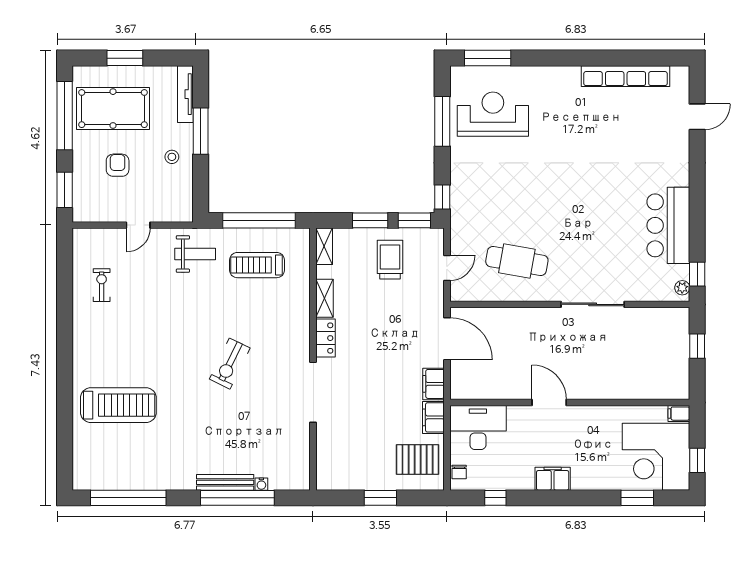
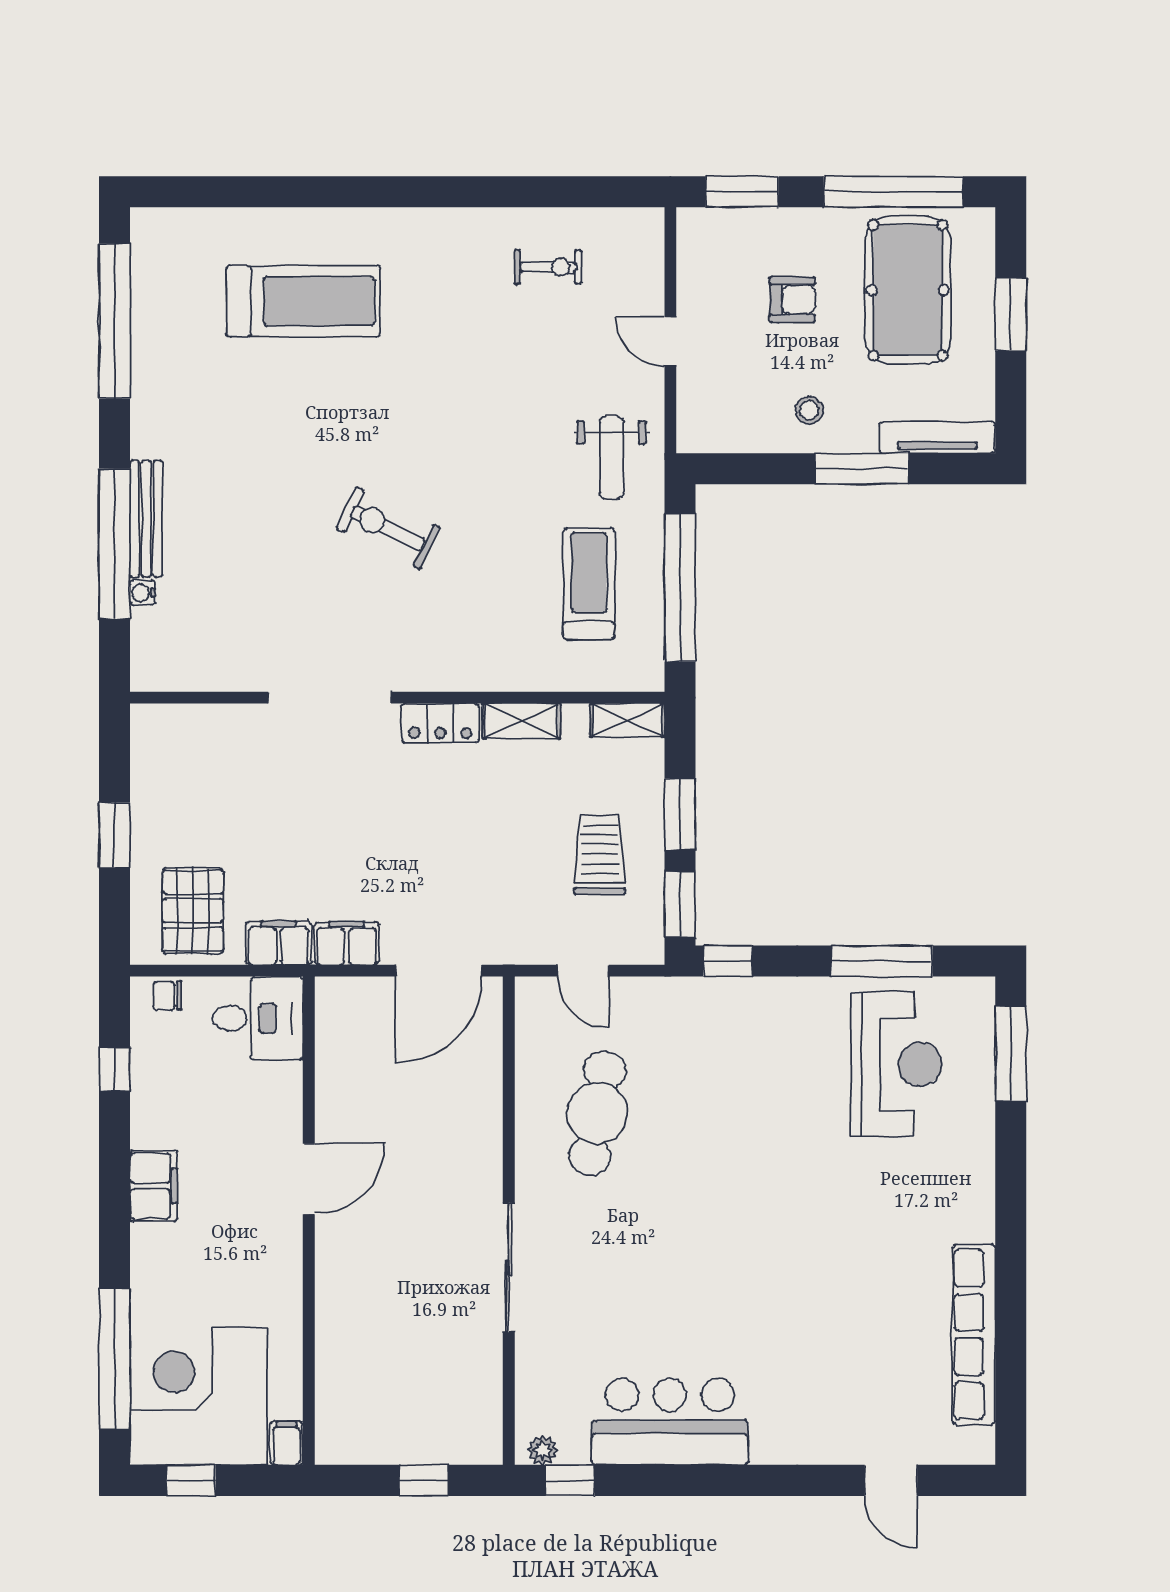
trolley: (390, 260) -> (600, 855), turned -90
treadmill: (118, 405) -> (304, 301), turned -90
desk: (478, 427) -> (258, 1018), width x0.73
window: (637, 498) -> (114, 1359), width x2.11

